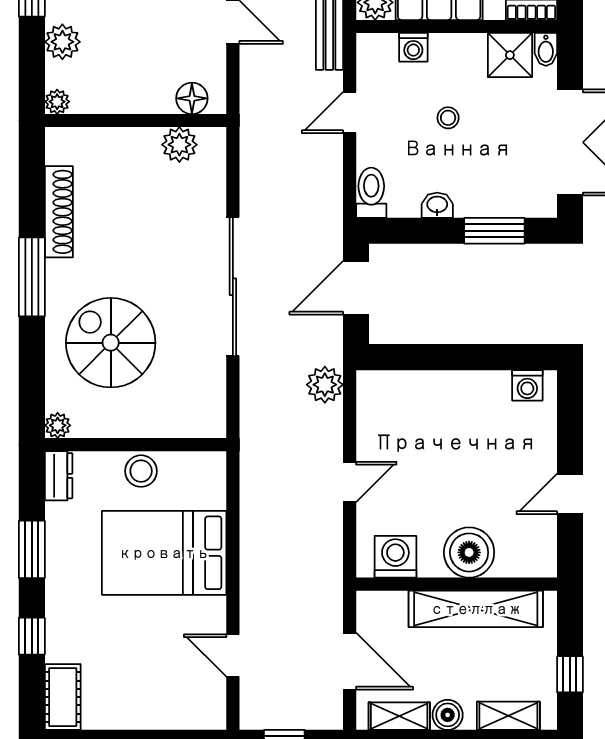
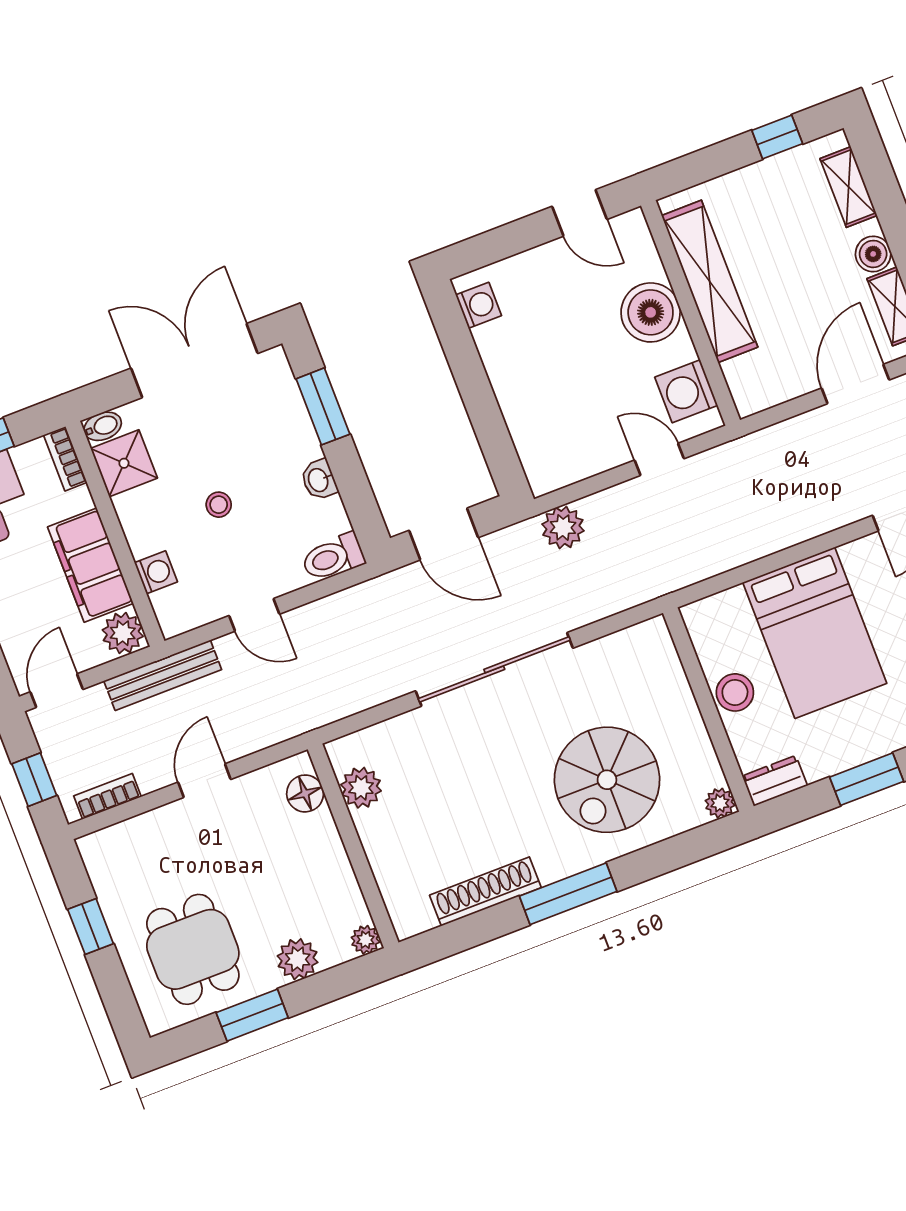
boiler: (469, 552) -> (651, 312), moved
washing machine: (395, 557) -> (686, 391), moved
wall: (457, 584) -> (691, 313), moved
shelving: (476, 609) -> (710, 281), moved

